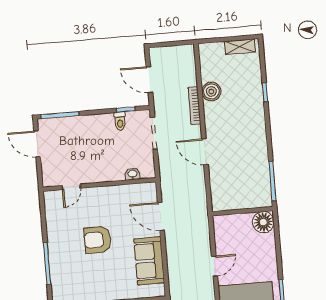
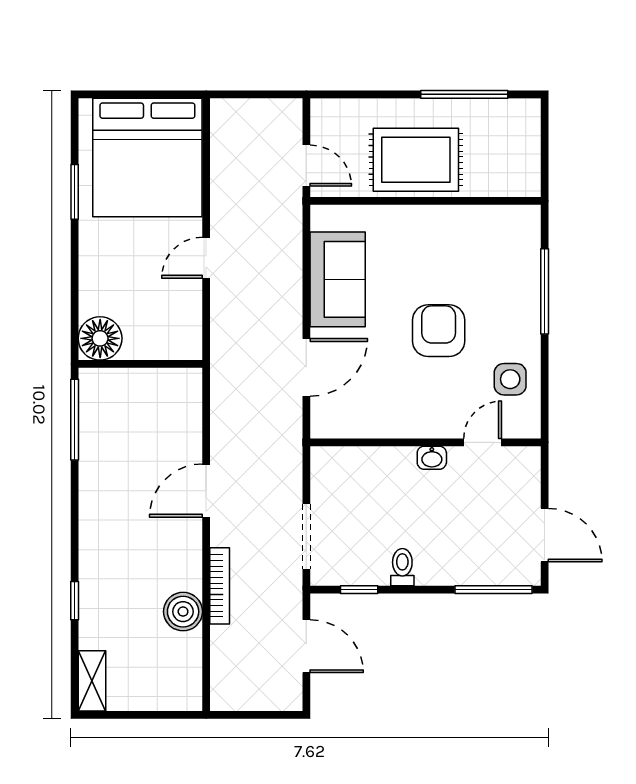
shelving: (240, 47) -> (92, 681), moved, turned 90
toilet: (120, 121) -> (402, 567), moved
door: (205, 152) -> (206, 491), swing flipped
washbasin: (133, 174) -> (432, 458), moved
door: (161, 216) -> (306, 367), hinge flipped
side table: (60, 219) -> (510, 379), added
armchair: (97, 240) -> (439, 331), turned -90

